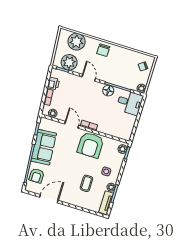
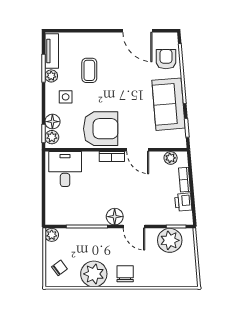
plant: (77, 42) -> (94, 274), moved
floor lamp: (108, 91) -> (115, 217), moved
desk: (130, 103) -> (65, 169), moved, turned 90
armchair: (91, 145) -> (101, 129), turned 90
floor lamp: (119, 159) -> (52, 122), added
door: (49, 199) -> (137, 31), hinge flipped

